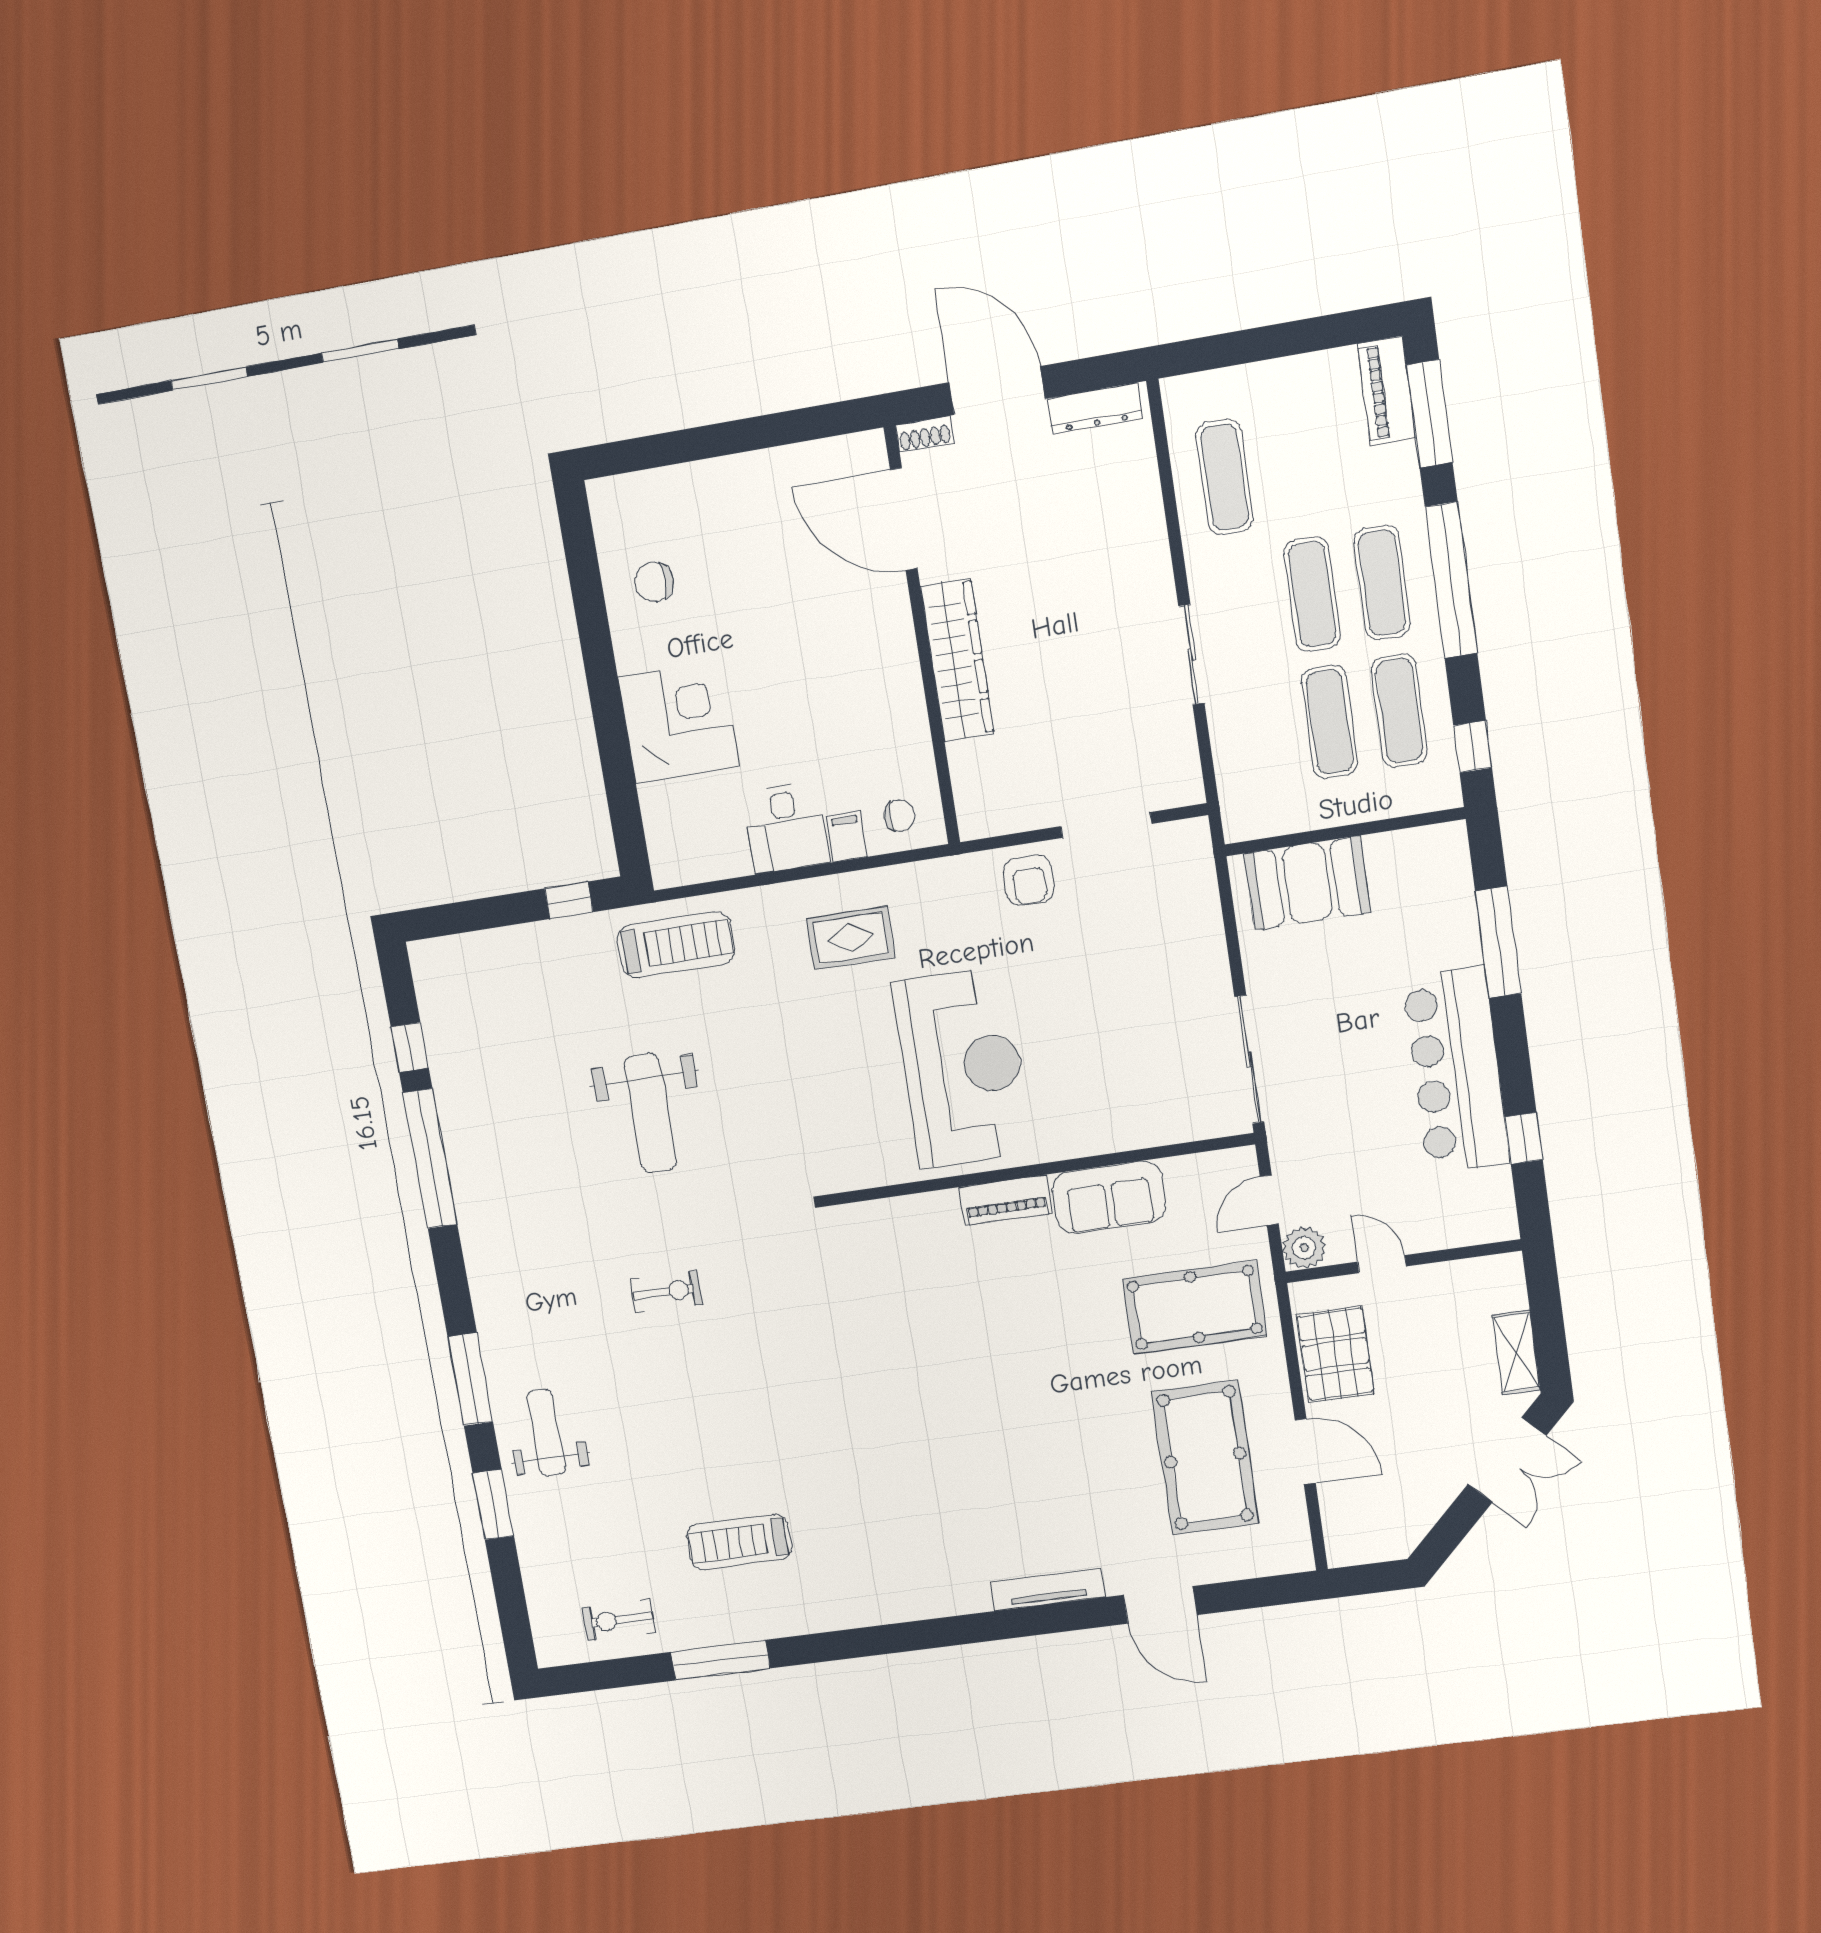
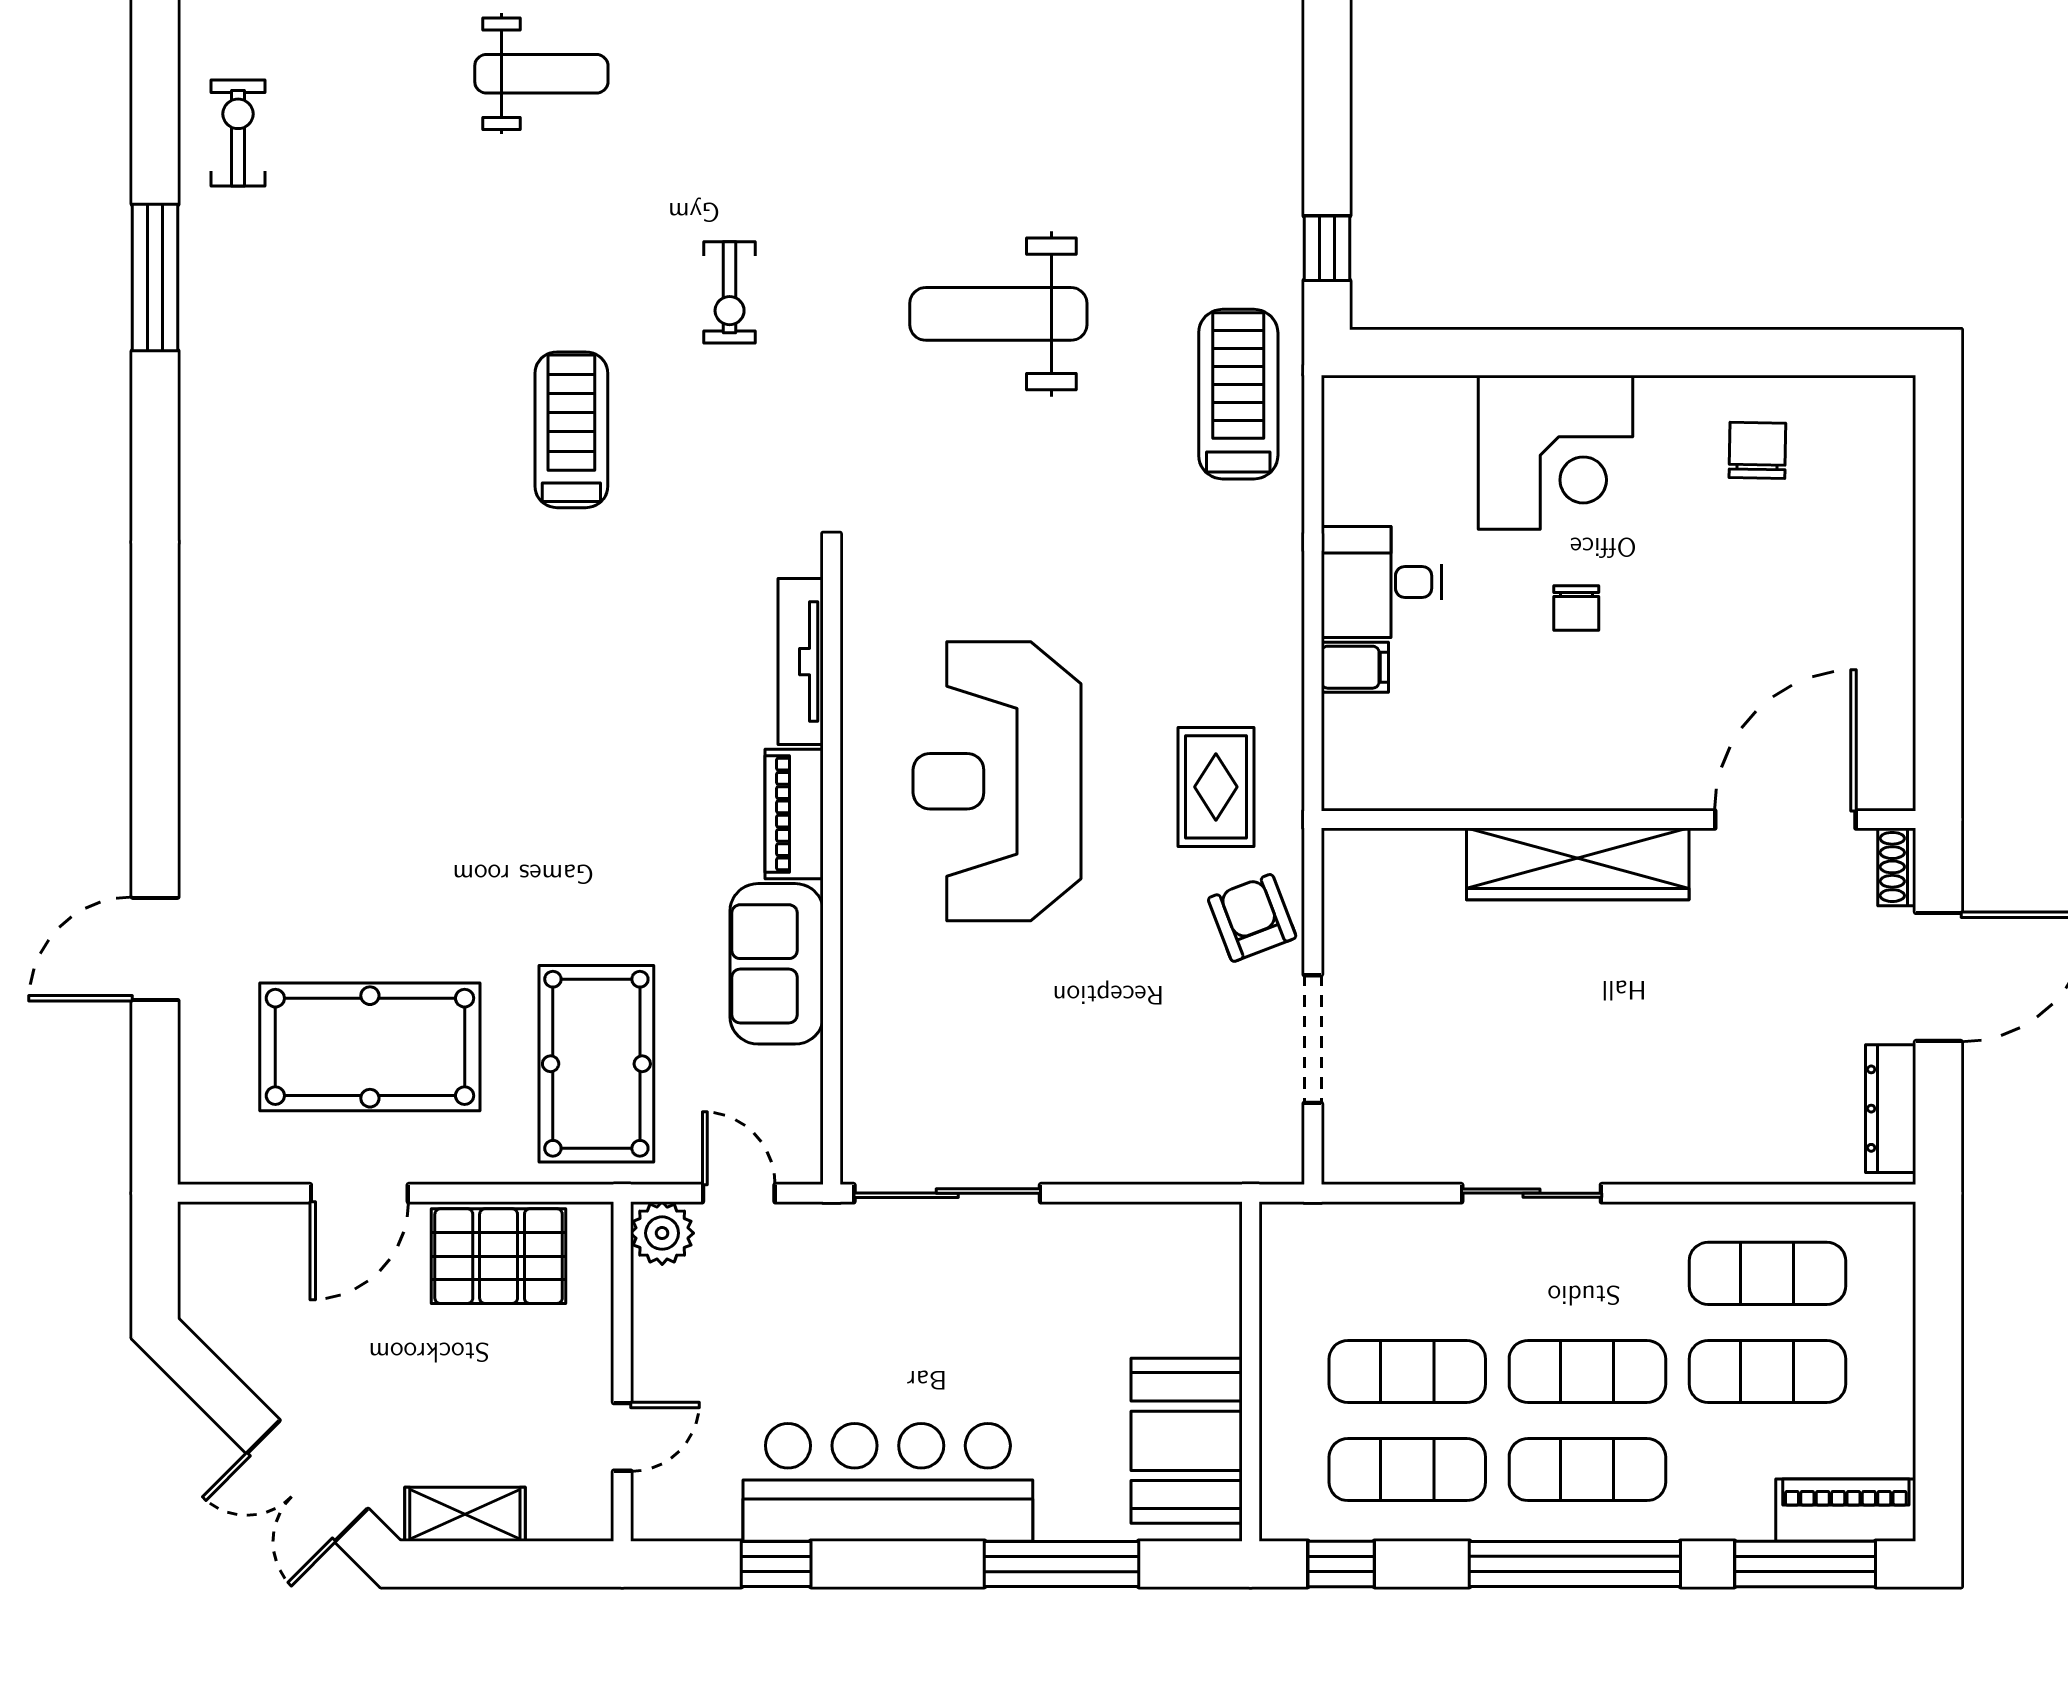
exercise mat: (1294, 465) -> (1767, 1371), added
chair: (899, 816) -> (1576, 608), moved
armchair: (1029, 880) -> (1252, 918), turned 69
booth: (1307, 883) -> (1187, 1441), moved
rug: (851, 938) -> (1216, 787), moved
treadmill: (676, 945) -> (1238, 394), turned 180
reception desk: (962, 1068) -> (997, 781), turned 90
door: (1382, 1264) -> (622, 1437), moved
treadmill: (739, 1542) -> (571, 430), moved
tv unit: (1048, 1590) -> (801, 662), moved, turned 180

